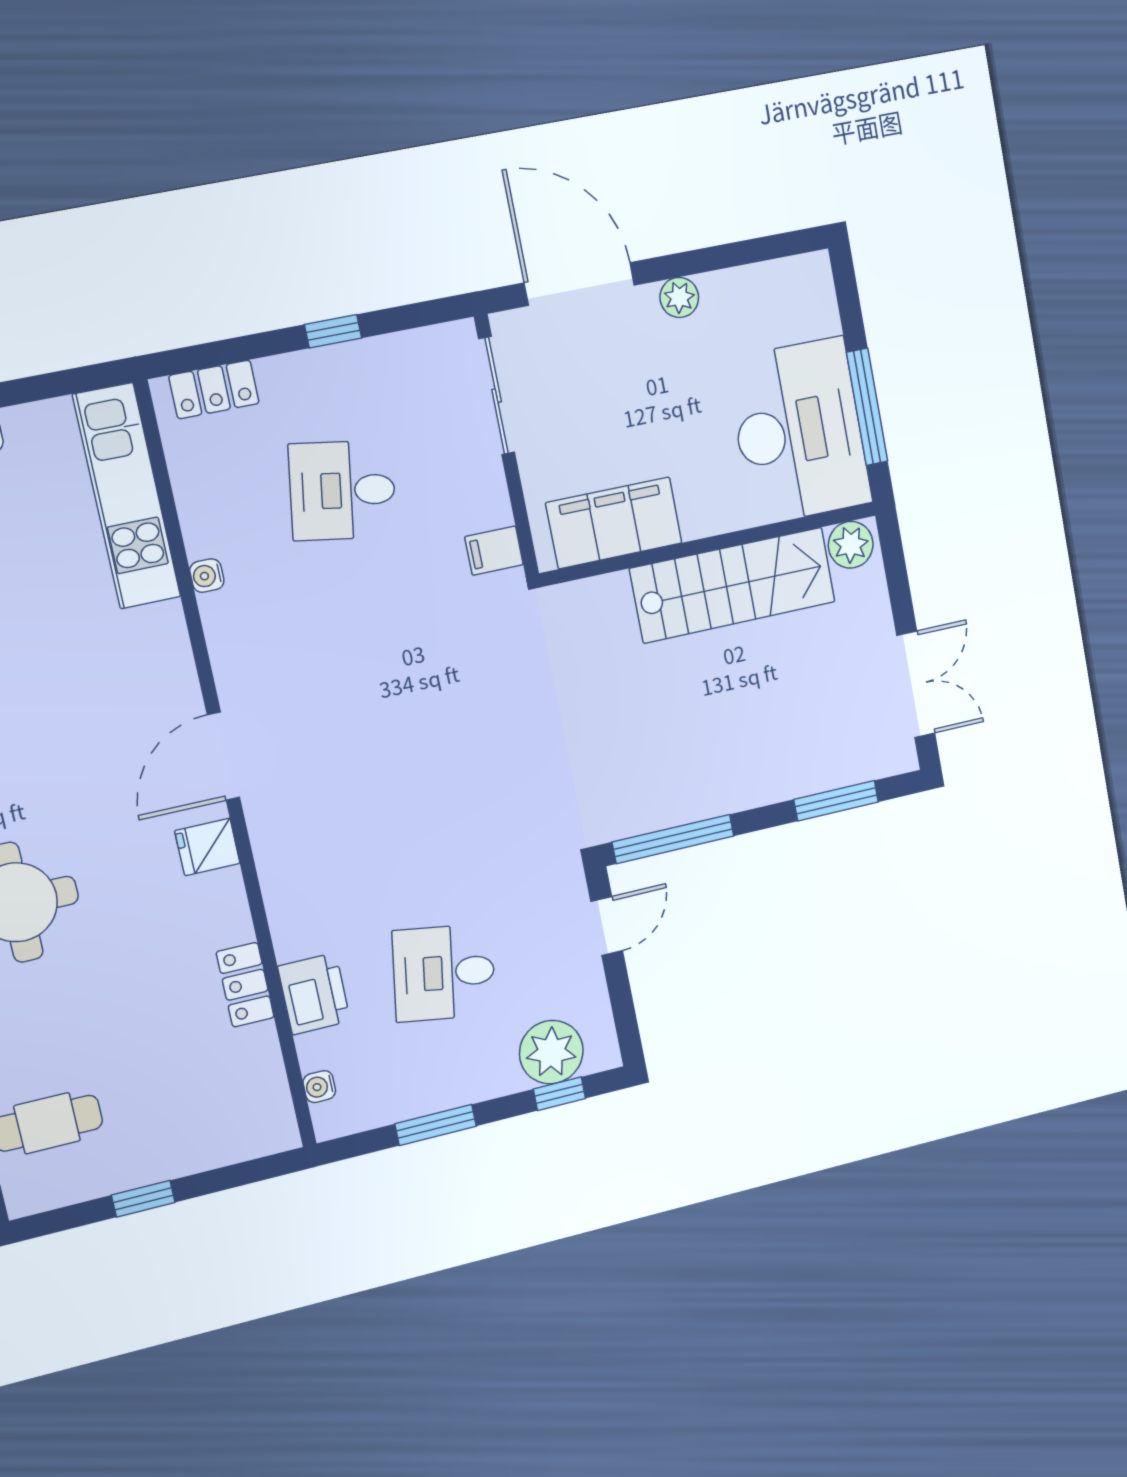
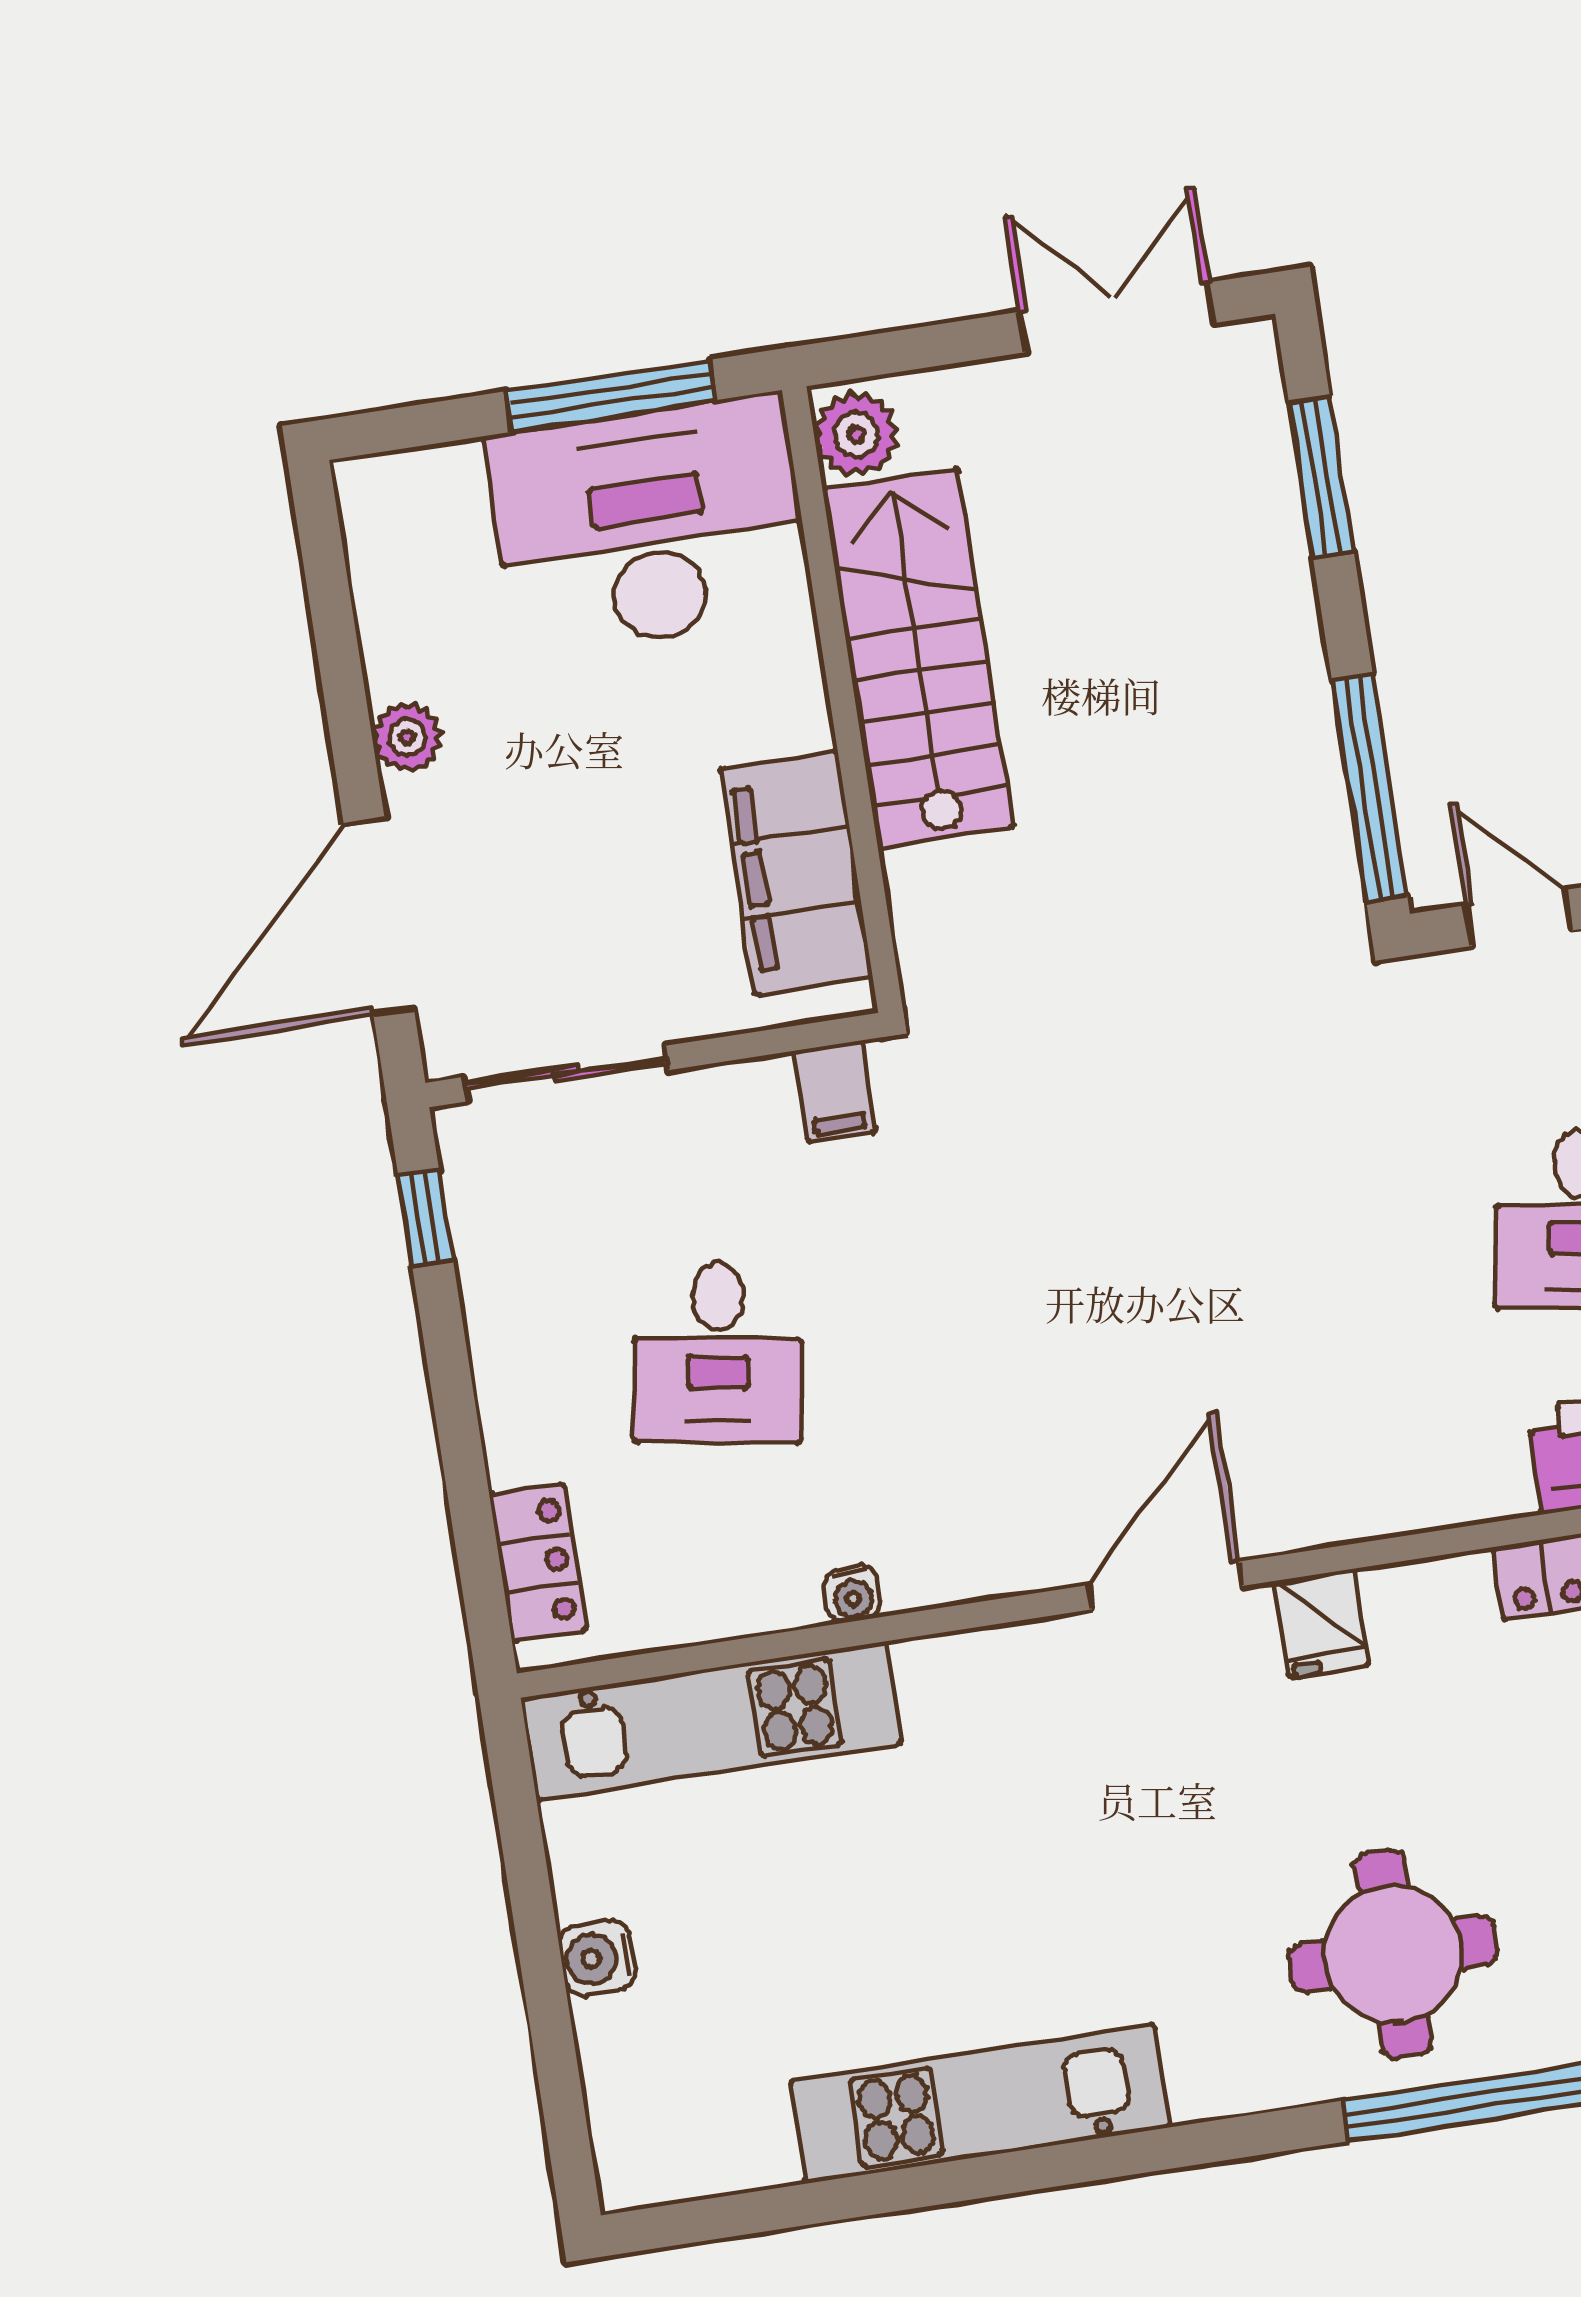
window: (333, 331) -> (426, 1218), moved
door: (223, 756) -> (1165, 1585), swing flipped

